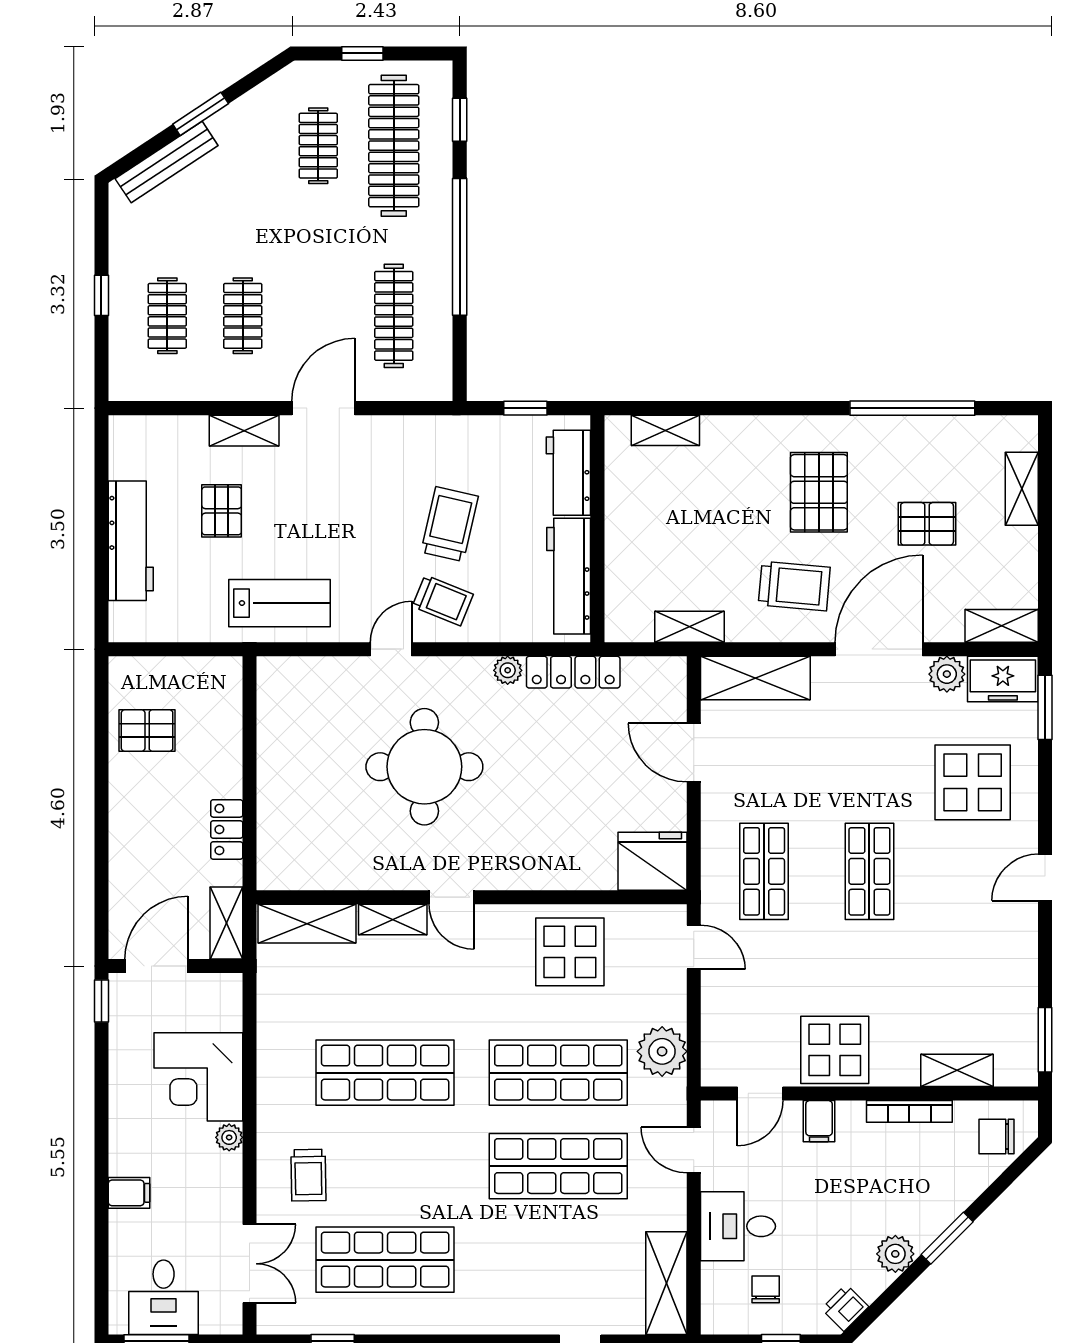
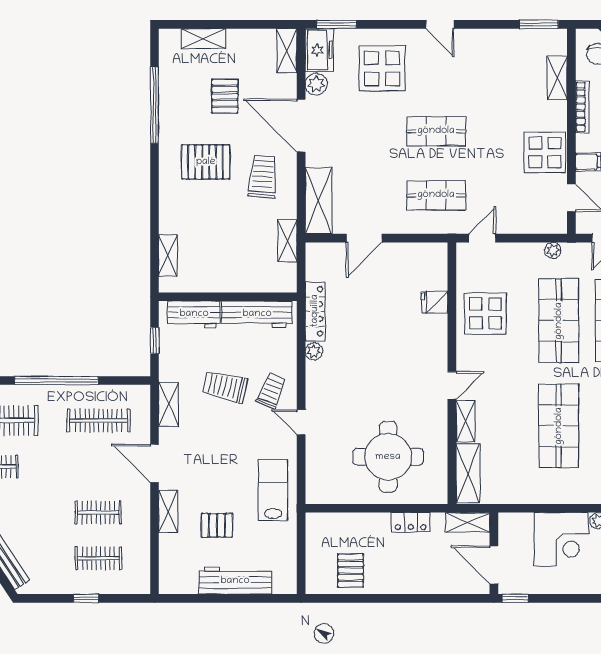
shelving: (420, 431) -> (169, 404), added
round table: (424, 767) -> (388, 457), moved
fridge: (653, 861) -> (435, 302), moved, width x0.53, depth x0.75
plant: (662, 1051) -> (553, 250), width x0.53, depth x0.53

